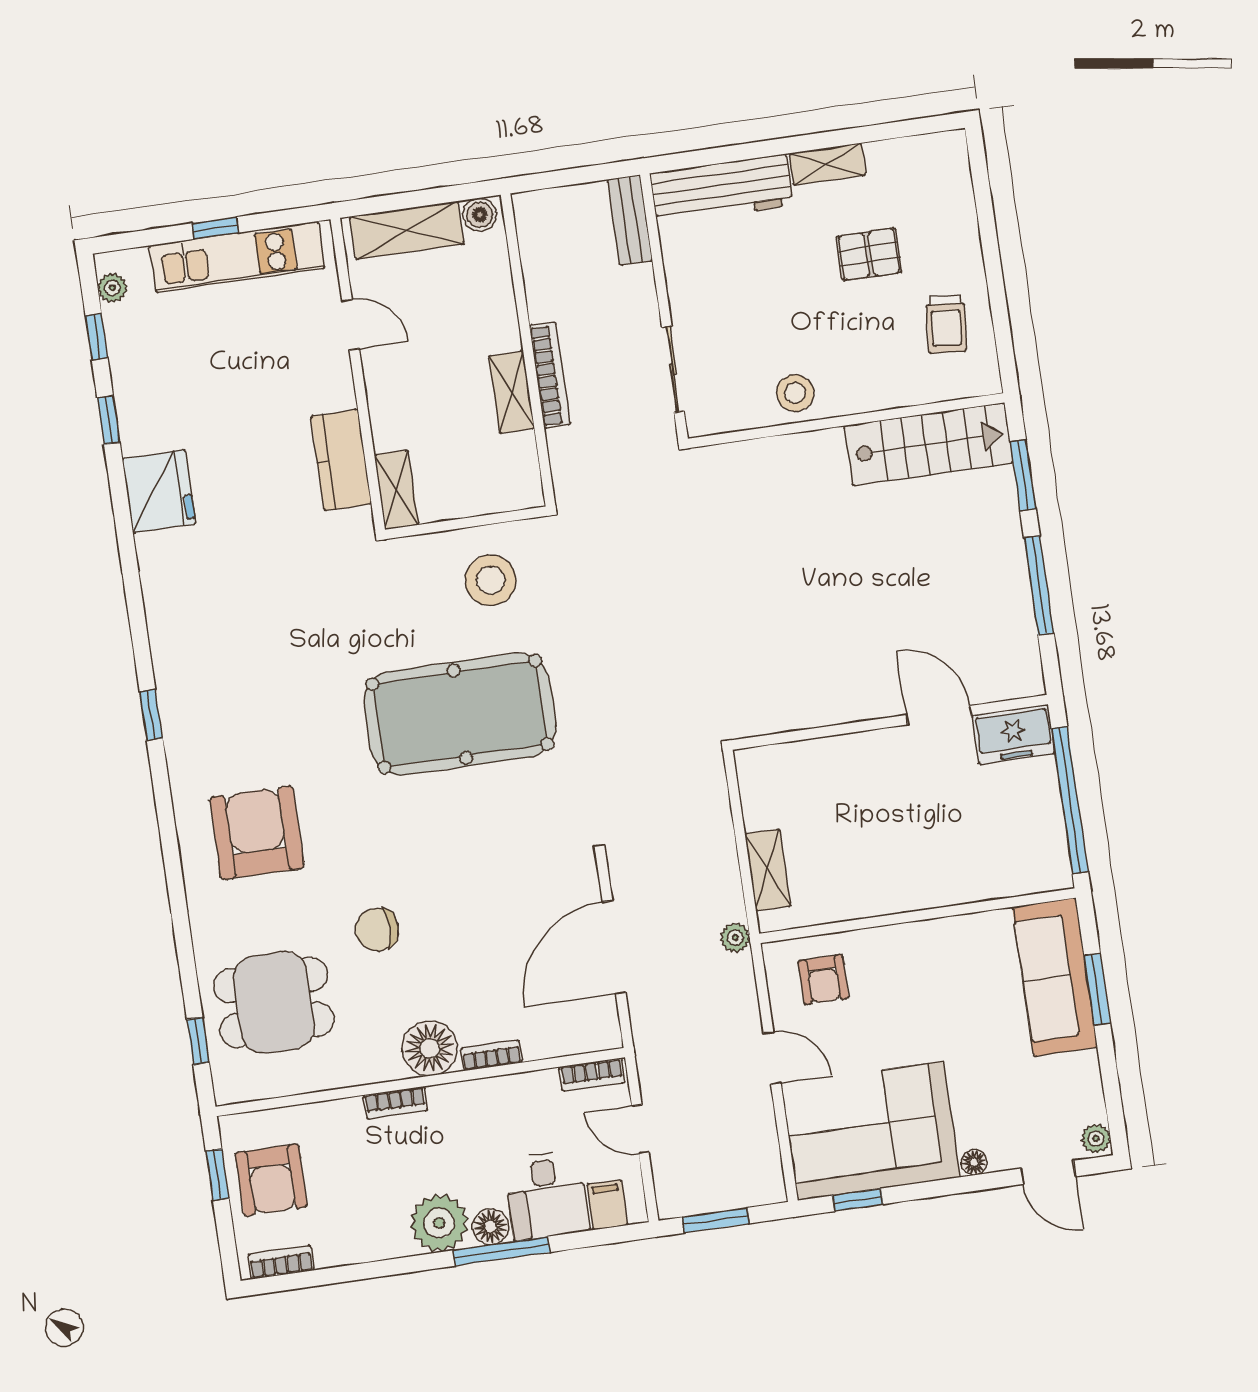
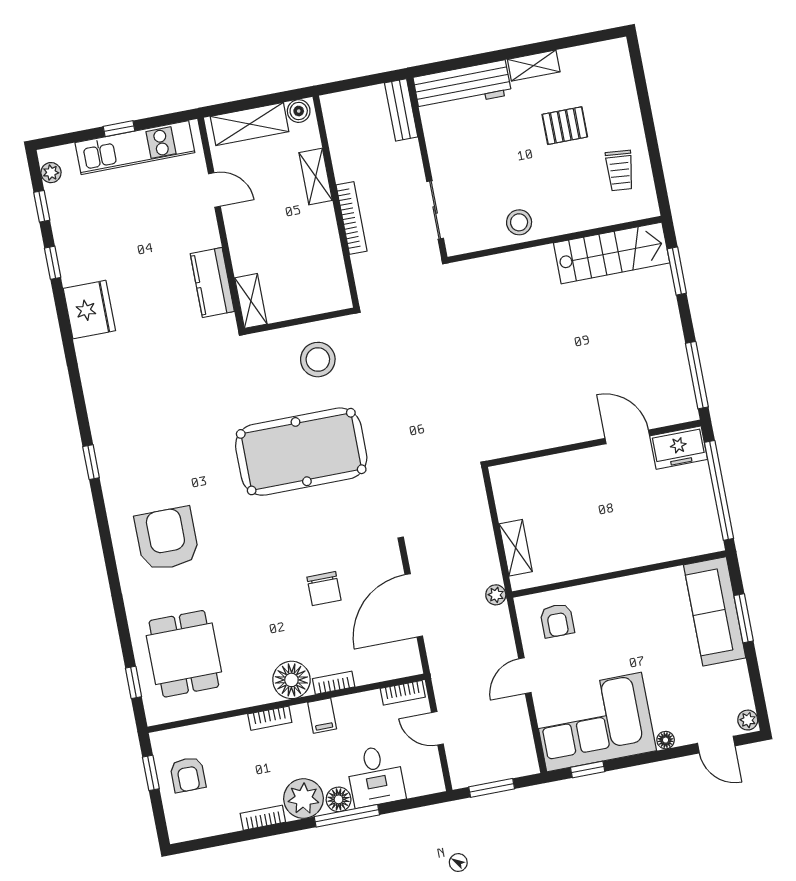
shelving: (512, 392) -> (316, 177), moved
window: (1039, 585) -> (697, 375), moved
chair: (377, 930) -> (324, 589), moved, turned -90
dining table: (274, 1002) -> (184, 654), turned 90
door: (772, 1058) -> (525, 676), swing flipped
armchair: (271, 1180) -> (188, 775), width x0.72, depth x0.72
filing cabinet: (607, 1205) -> (322, 716), moved, turned 180
bookcase: (281, 1262) -> (263, 818), moved

